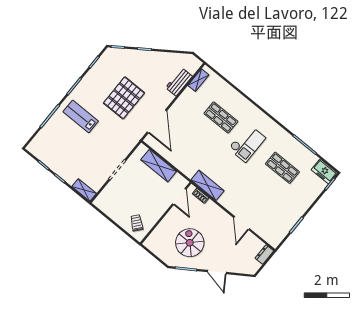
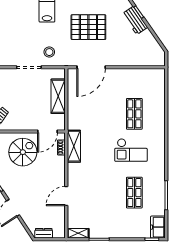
shelving: (198, 80) -> (78, 233), moved
workbench: (179, 82) -> (135, 20), moved, turned -125
stool: (118, 144) -> (49, 52), added
spiral stairs: (190, 243) -> (23, 152), moved
dresser: (264, 255) -> (44, 233), moved

